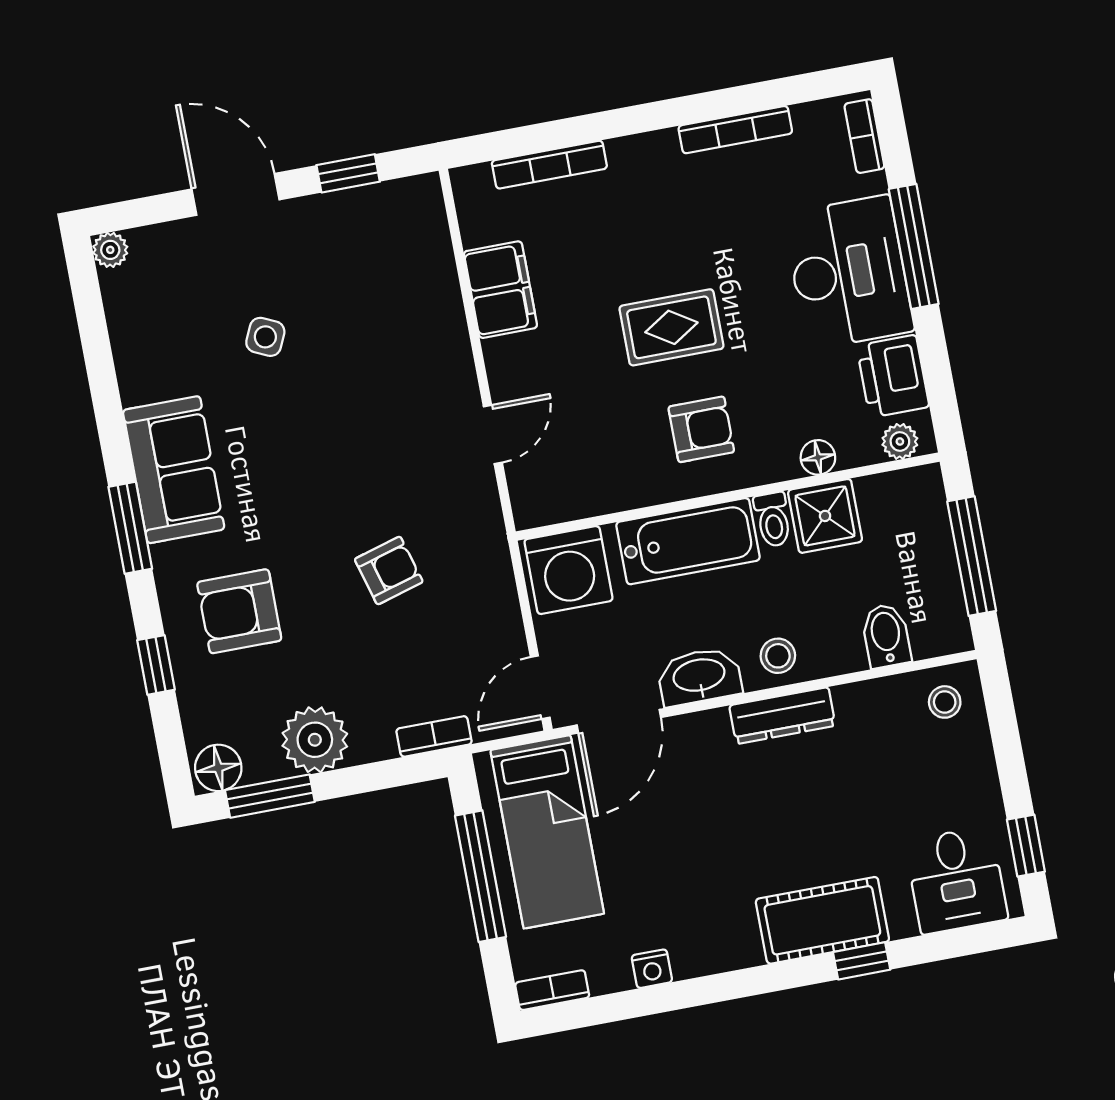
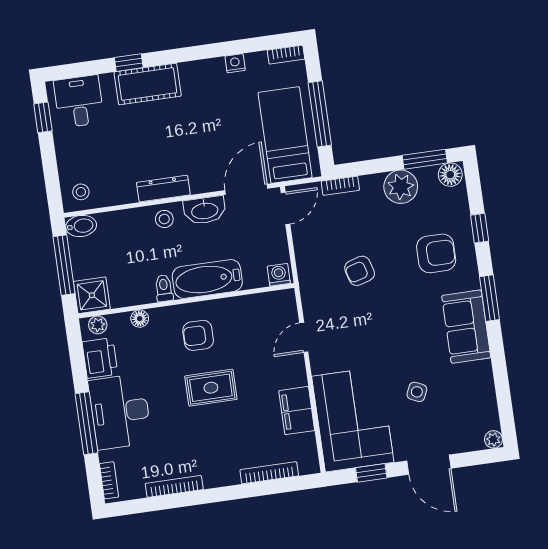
corner sofa: (389, 277) -> (353, 419), added
shower: (825, 516) -> (92, 295), moved
washing machine: (568, 570) -> (279, 275), width x0.53, depth x0.53
bidet: (886, 636) -> (81, 226), moved, turned -90

